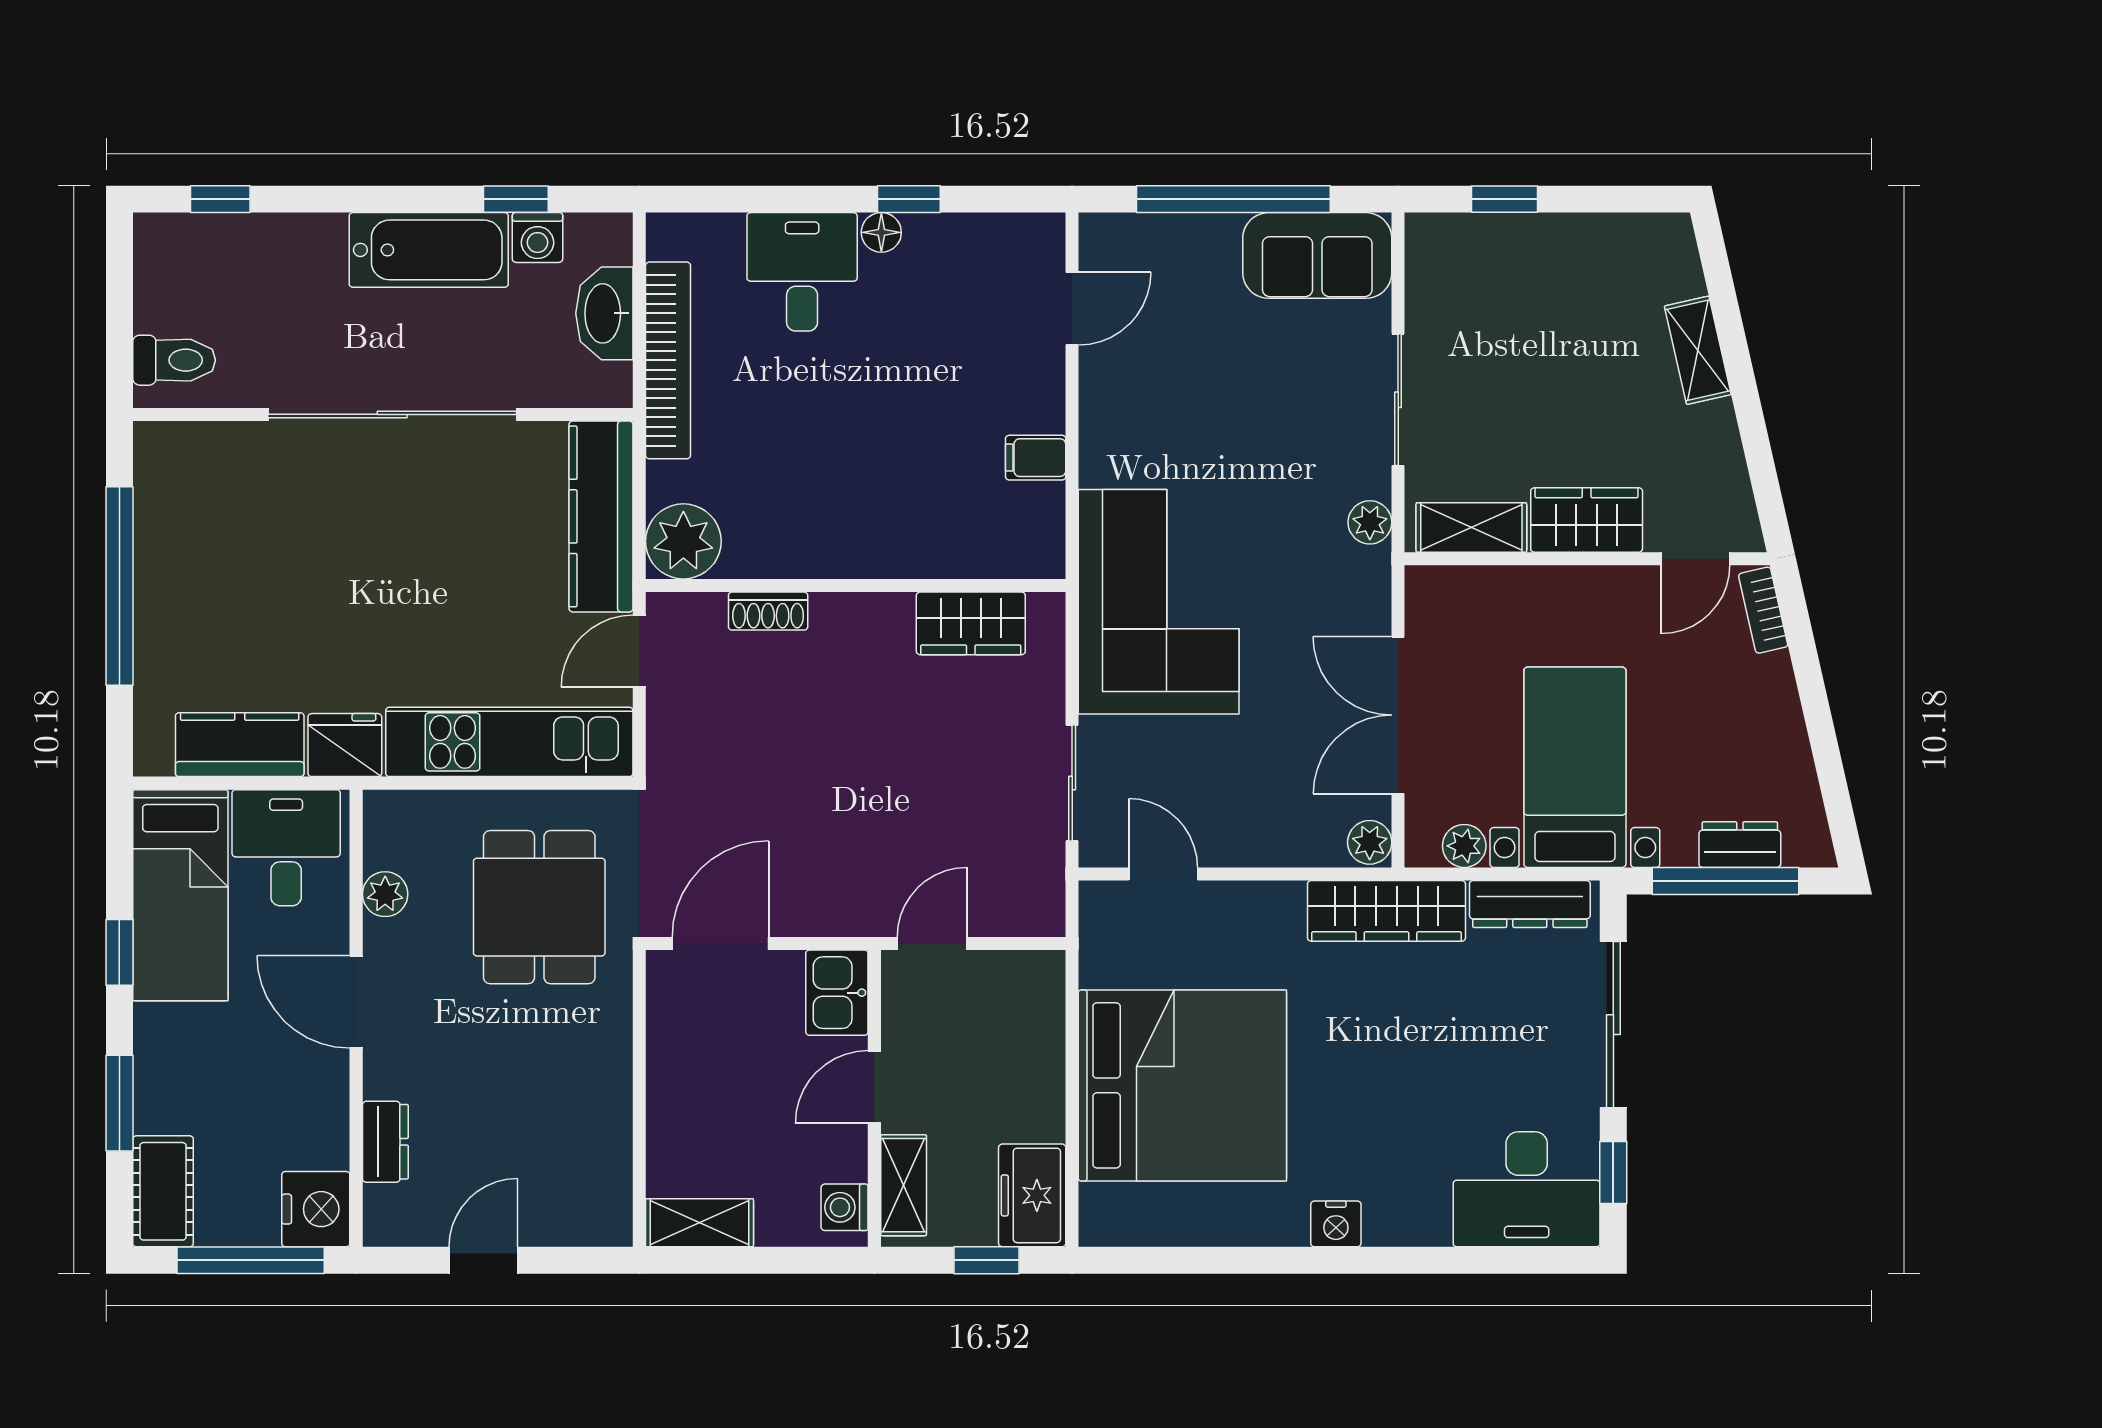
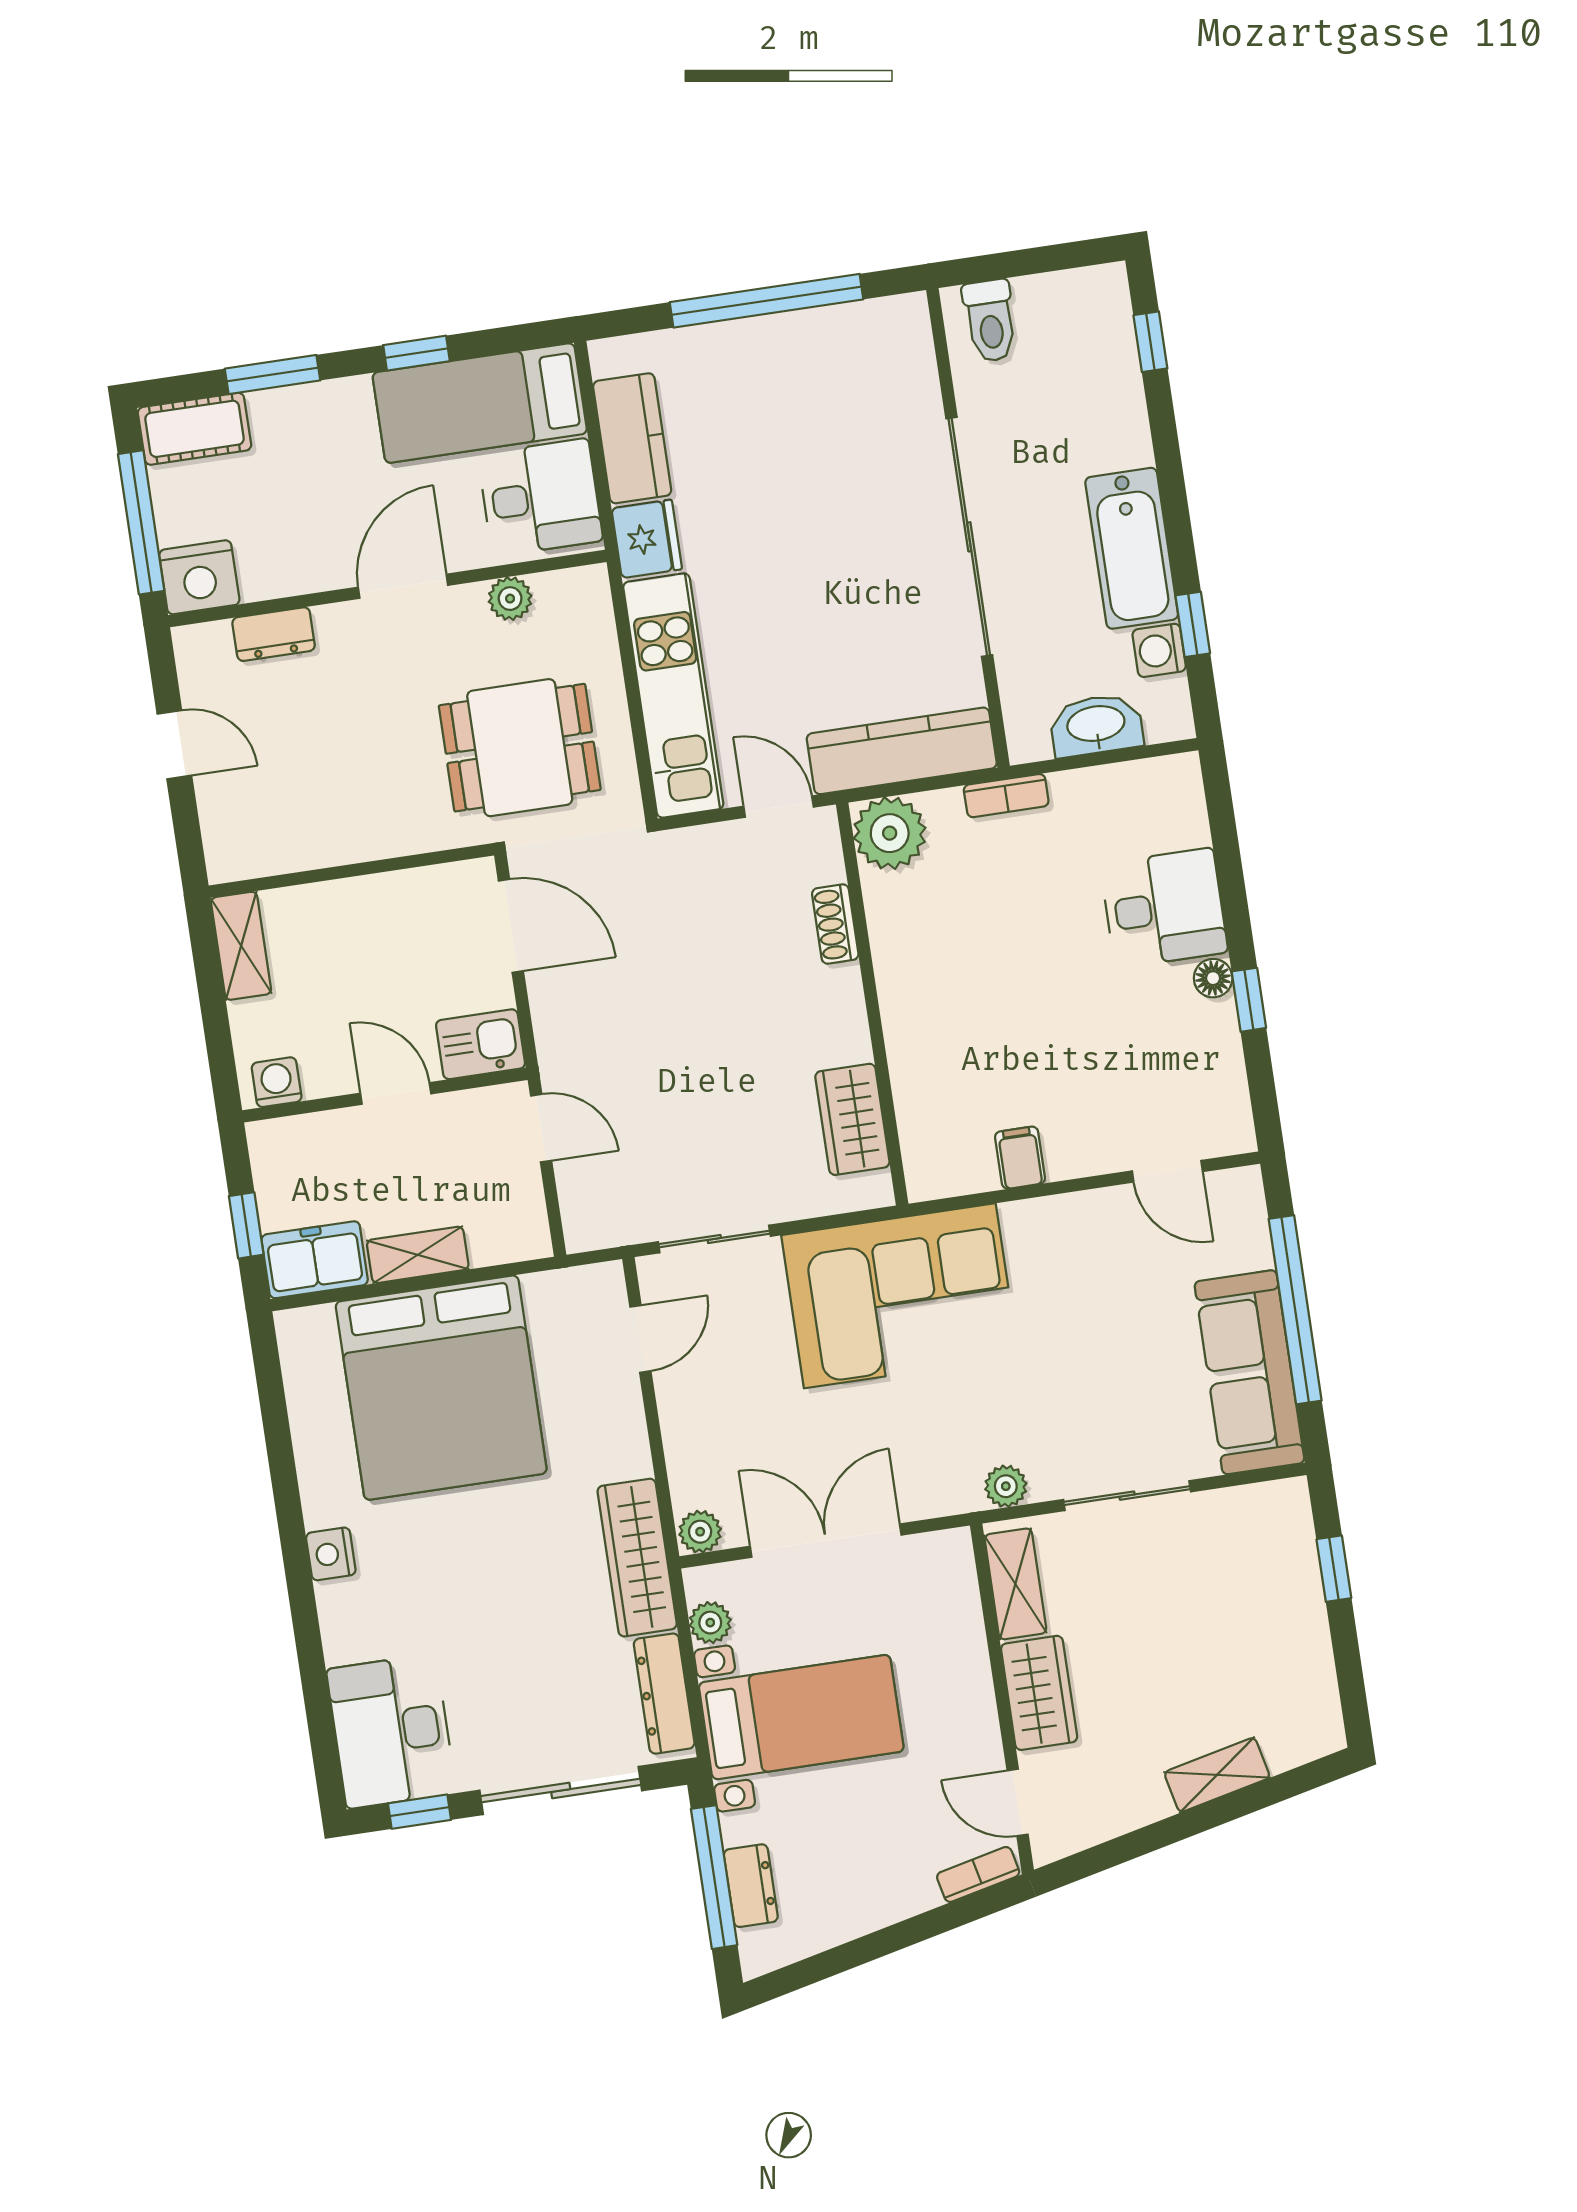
sofa: (1317, 255) -> (1249, 1372), width x1.36
bookcase: (668, 360) -> (1006, 796), width x0.43, depth x0.76
shelving: (904, 1185) -> (418, 1255), moved

